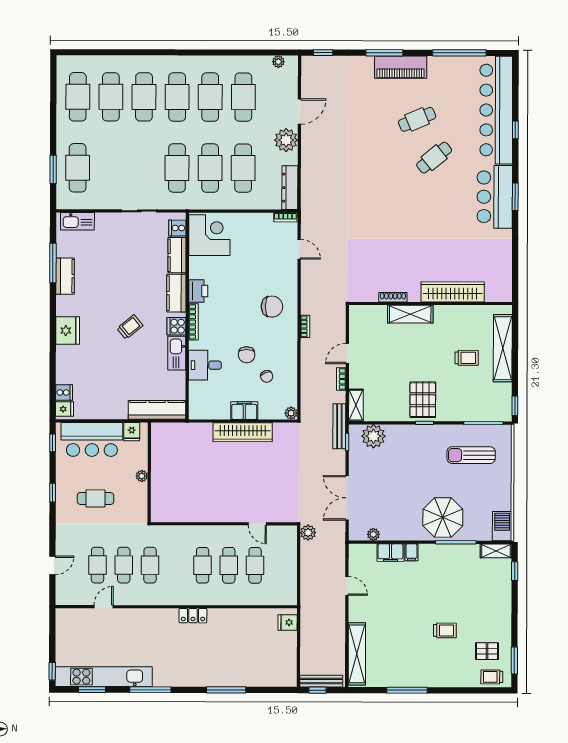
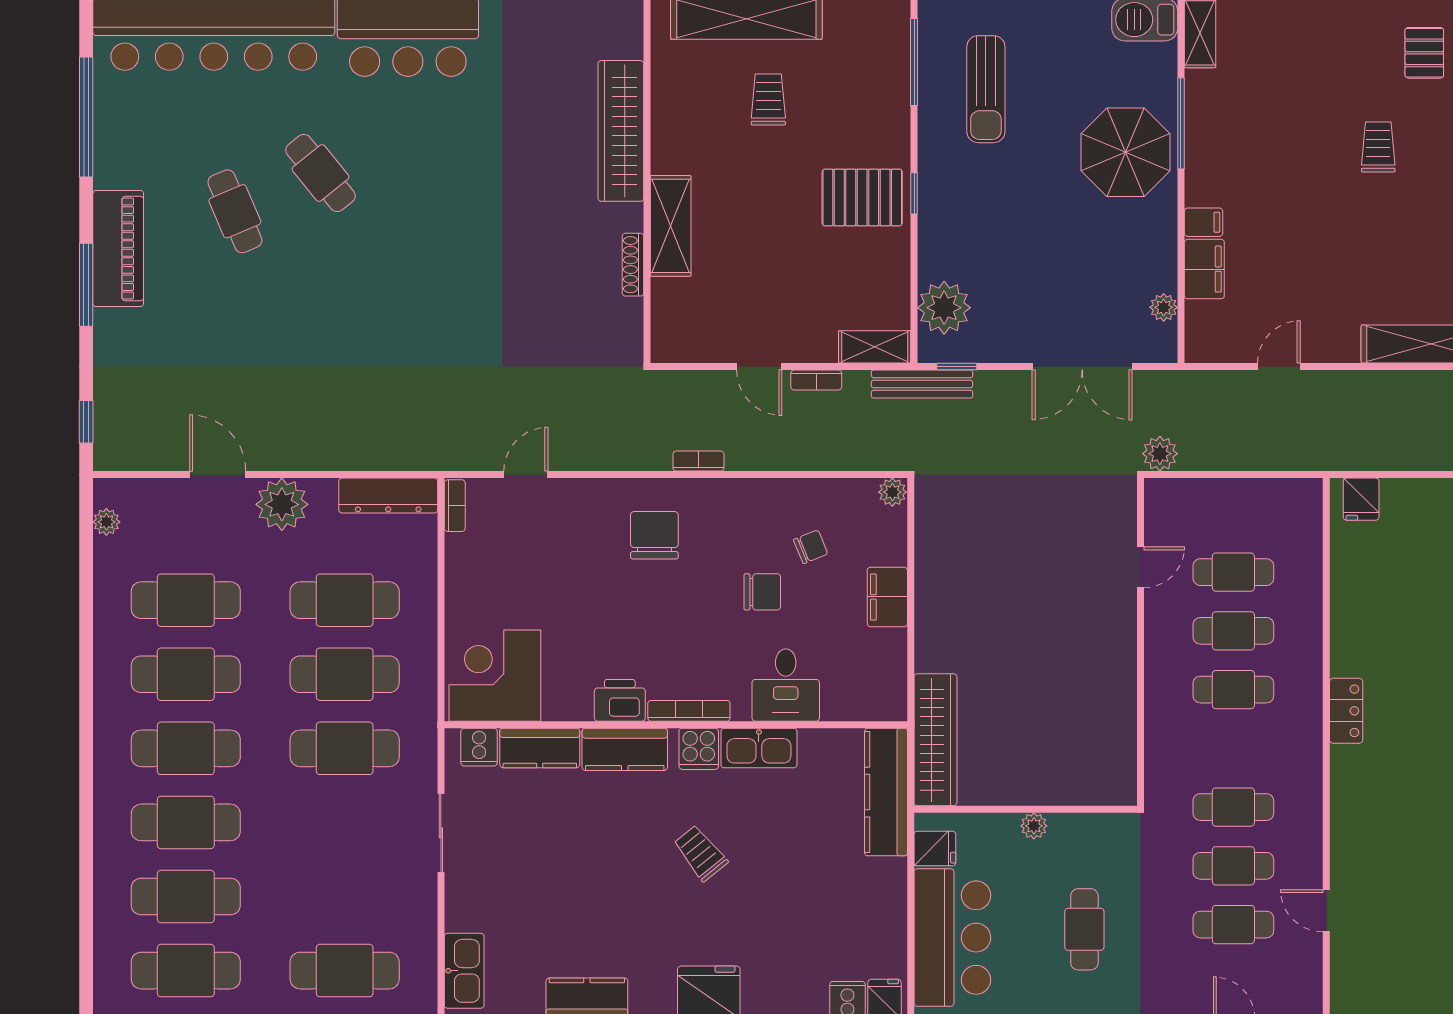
wardrobe: (243, 432) -> (935, 740), moved

